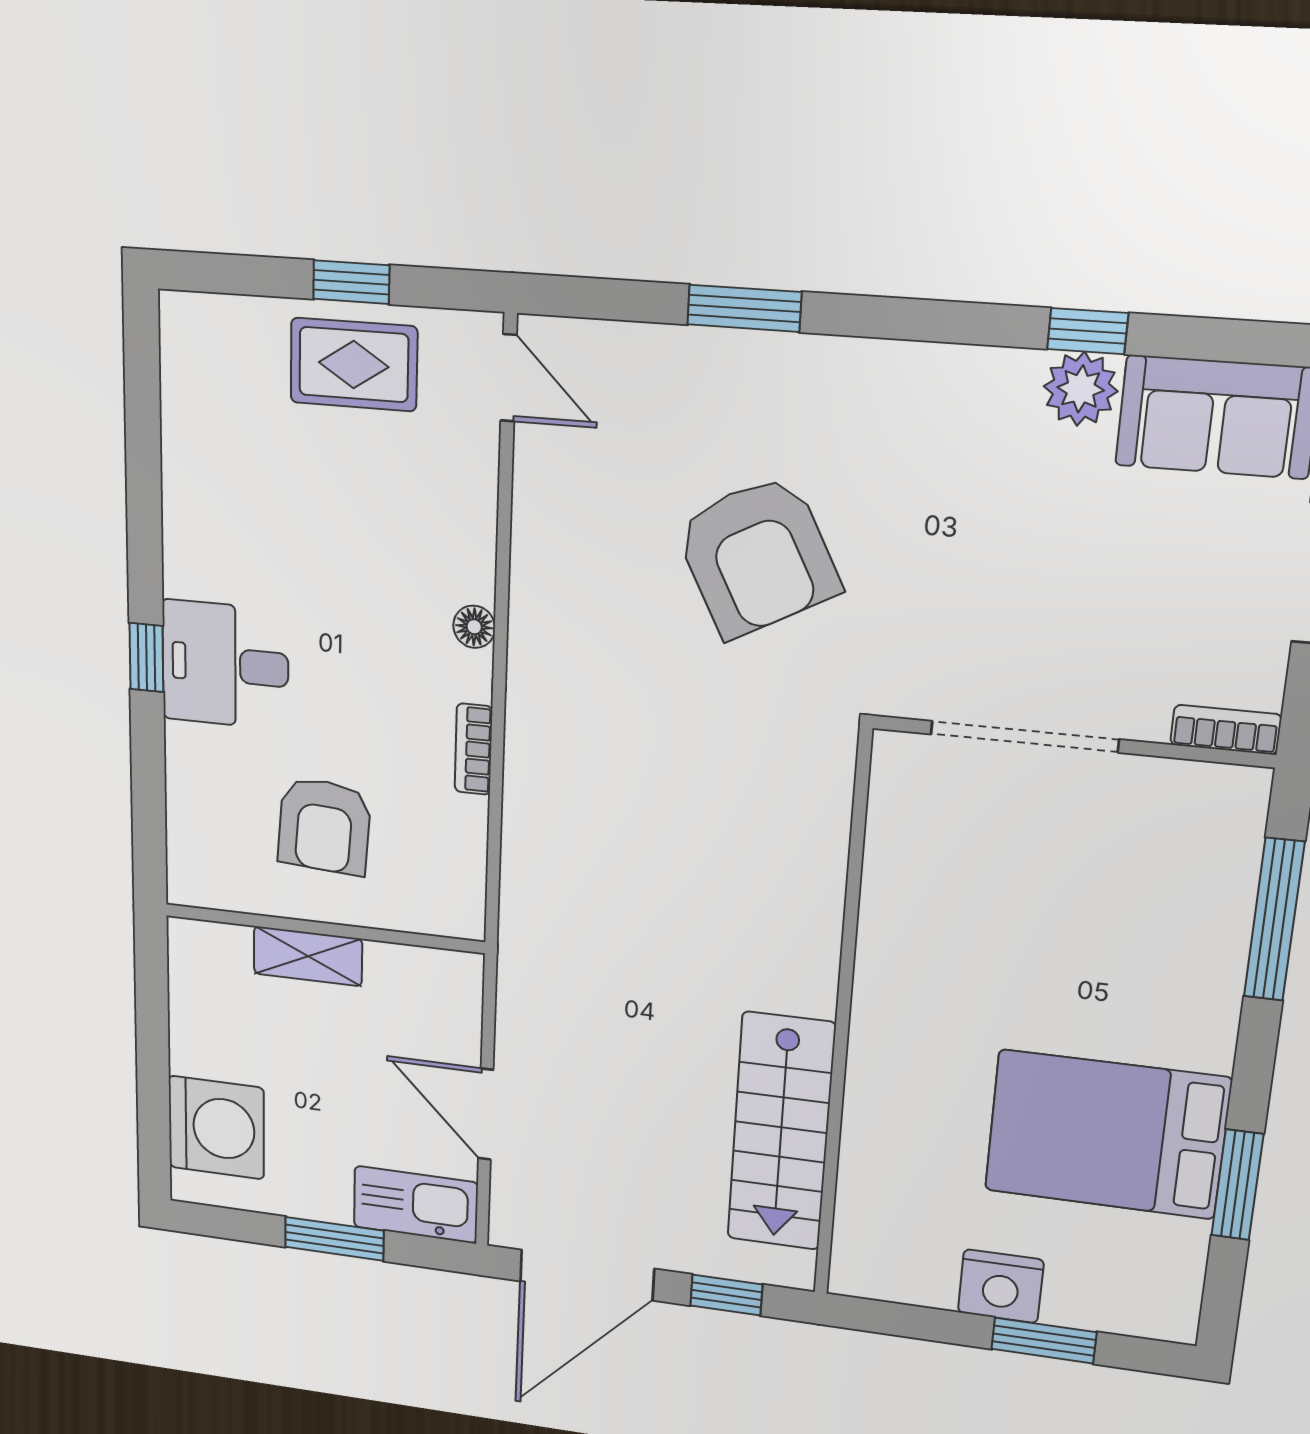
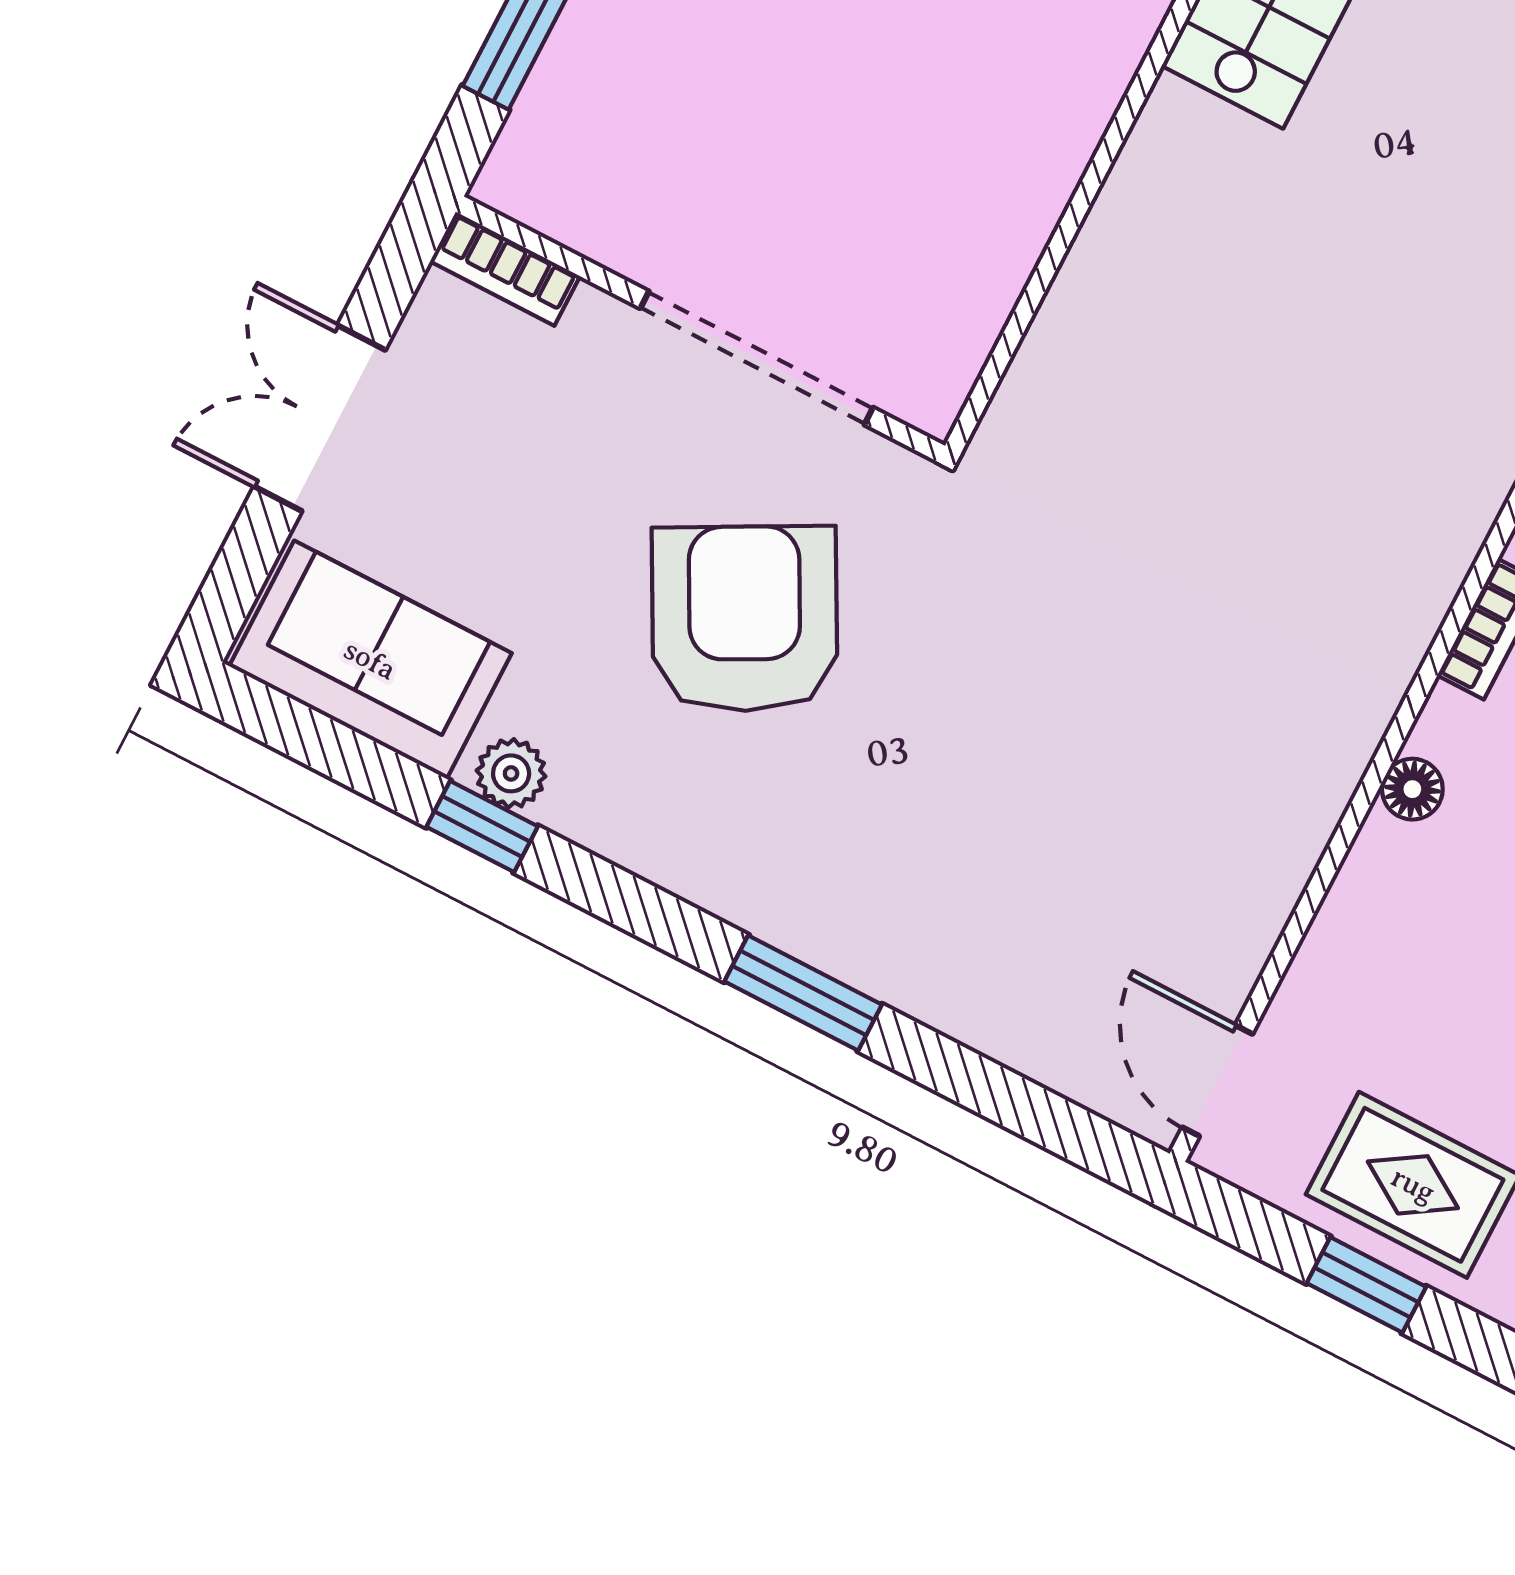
window: (744, 308) -> (803, 993), moved
plant: (1081, 389) -> (511, 773), width x0.73, depth x0.73
armchair: (757, 556) -> (745, 619), moved

